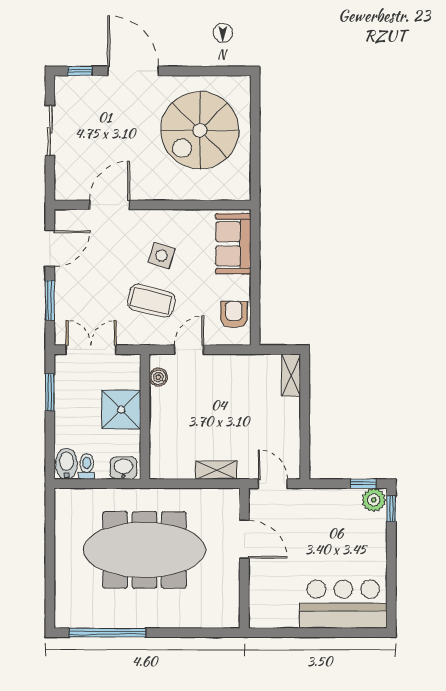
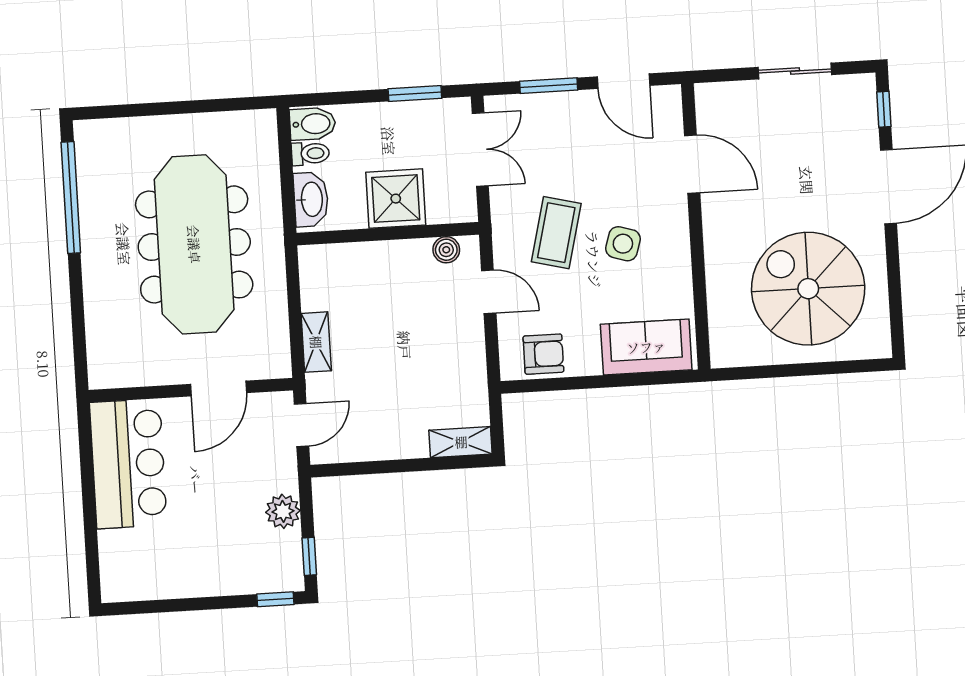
washbasin: (123, 468) -> (311, 199), width x1.38
plant: (374, 500) -> (283, 511), moved
bar counter: (343, 604) -> (128, 464), moved

